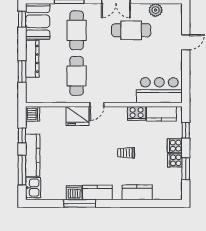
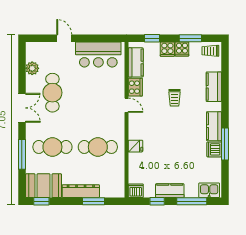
bar counter: (159, 90) -> (98, 54), moved, turned -90
door: (97, 105) -> (126, 105), moved
fridge: (78, 116) -> (135, 146), width x0.53, depth x0.75
kitchen counter: (33, 155) -> (170, 191), width x0.67
trolley: (173, 189) -> (210, 51), added

